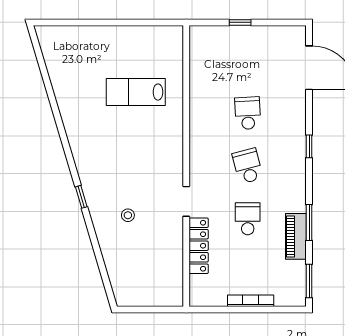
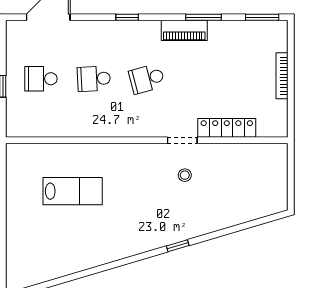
lab bench: (136, 92) -> (73, 191), turned -90
stool: (128, 215) -> (185, 175), moved
school desk: (248, 219) -> (41, 79), moved
piano: (296, 236) -> (184, 30), moved

